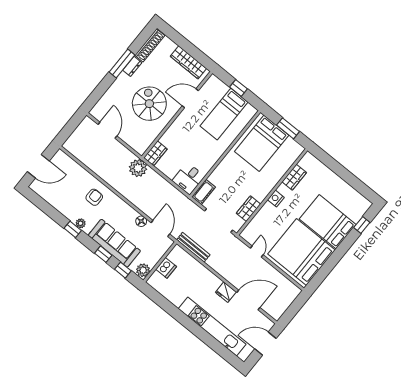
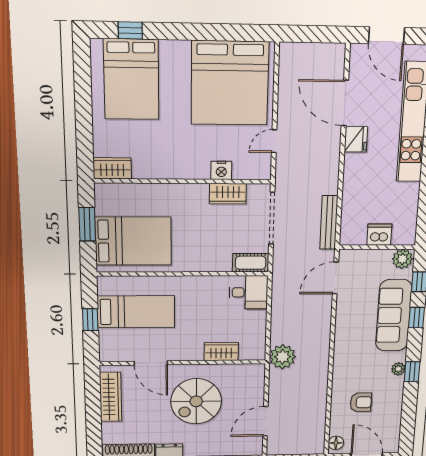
wardrobe: (155, 153) -> (221, 352), moved
wardrobe: (294, 177) -> (112, 168), moved
armchair: (94, 197) -> (361, 402), moved, turned 180
nightstand: (276, 199) -> (221, 170), moved
floor lamp: (141, 221) -> (336, 443), moved
bed: (328, 222) -> (131, 79), moved

